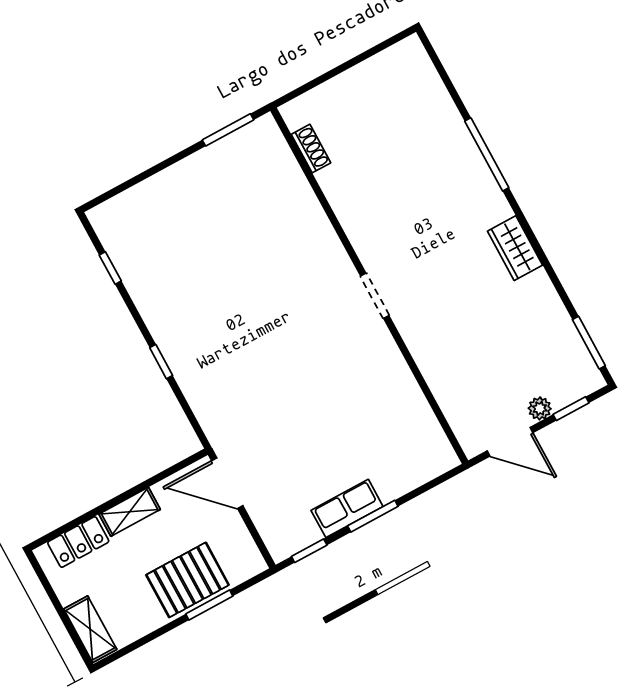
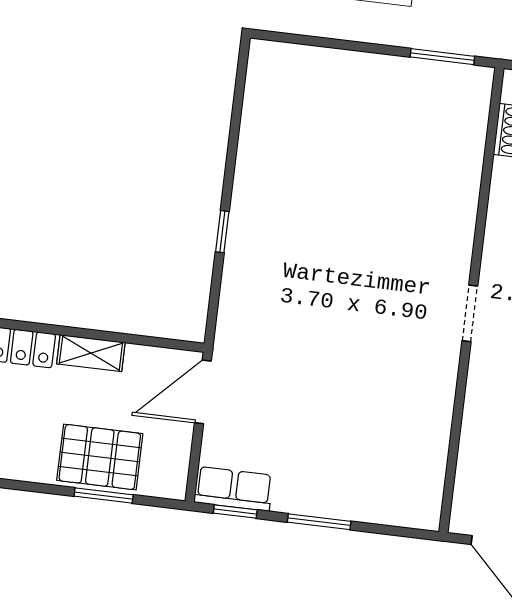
window: (110, 268) -> (237, 108), removed
door: (227, 483) -> (203, 392), hinge flipped
row of seats: (347, 508) -> (234, 489), moved

